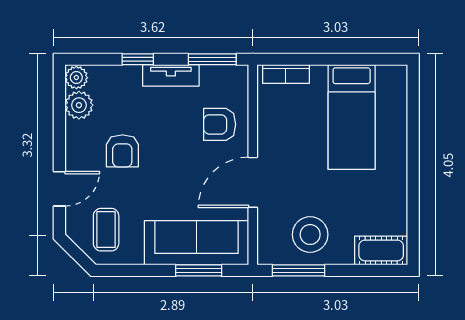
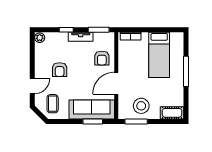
plant: (79, 105) -> (41, 50), removed
armchair: (220, 124) -> (102, 58), turned -90
window: (413, 155) -> (186, 71), added

